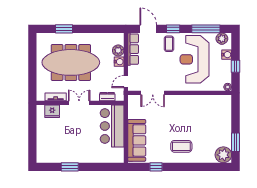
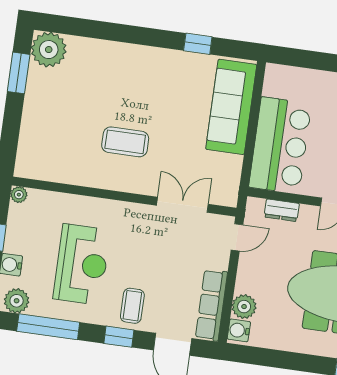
reception desk: (195, 59) -> (82, 264), width x0.74, depth x0.77
water cooler: (119, 62) -> (239, 330), moved
coffee table: (181, 146) -> (125, 142), moved

